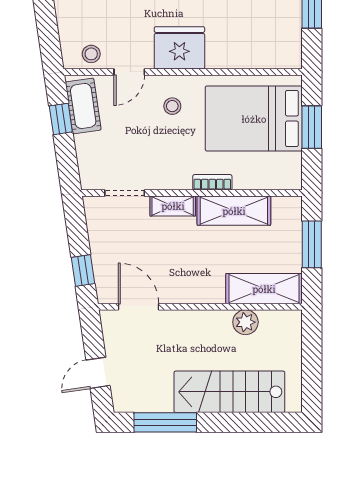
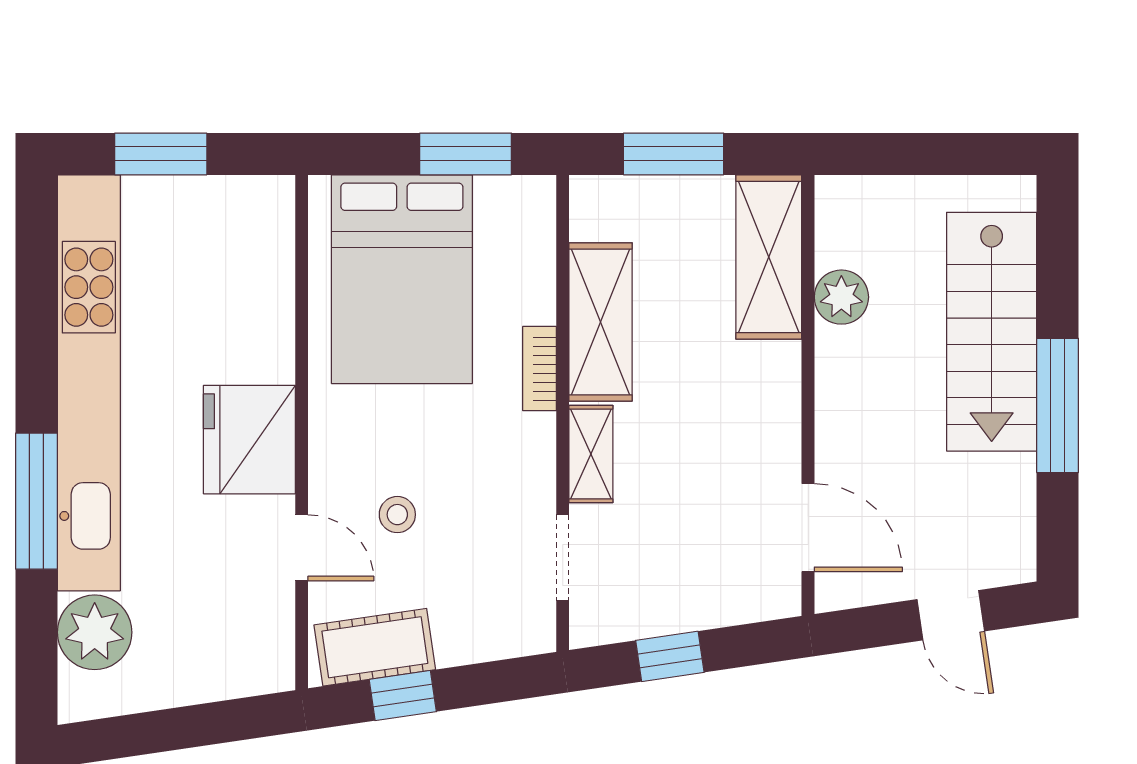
stool: (91, 54) -> (263, 630), removed
stool: (172, 106) -> (397, 515), moved
window: (312, 127) -> (466, 154), moved
window: (83, 271) -> (670, 656), moved
door: (139, 307) -> (808, 528), swing flipped
window: (165, 422) -> (1058, 405), moved

